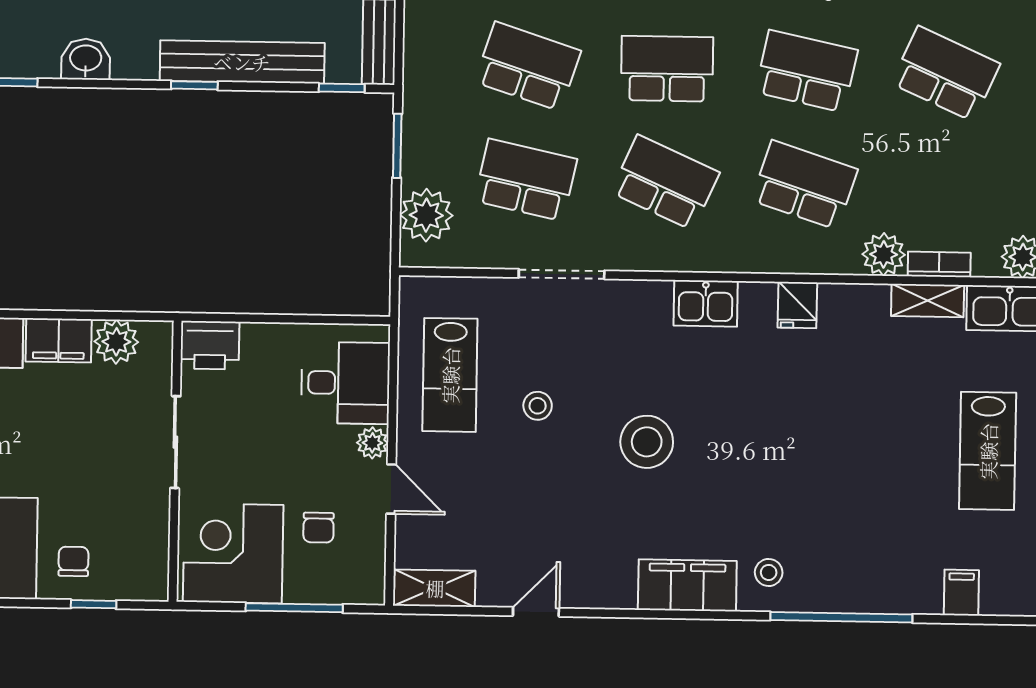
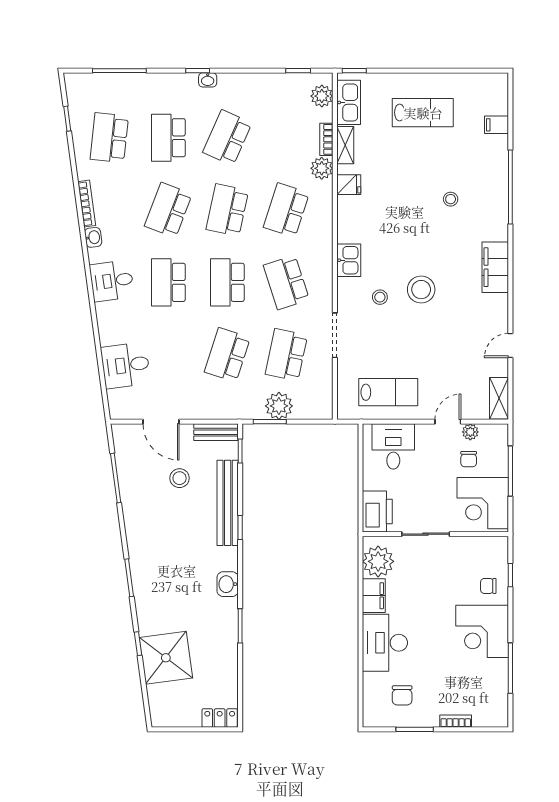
school desk: (665, 182) -> (286, 282), turned -42
plant: (426, 215) -> (279, 406), moved
fridge: (797, 305) -> (349, 185), moved
plant: (116, 342) -> (378, 561), width x1.36, depth x1.36
printer: (210, 345) -> (377, 511), width x1.37, depth x1.19
stool: (538, 406) -> (380, 297), moved
plant: (372, 443) -> (470, 432), moved
chair: (319, 528) -> (469, 459), turned 90
stool: (769, 572) -> (451, 199), moved
door: (536, 612) -> (510, 345), hinge flipped

